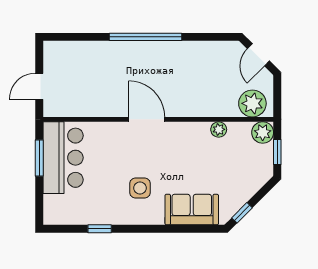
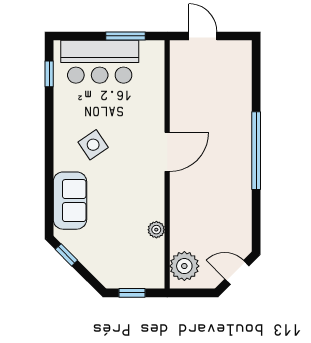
plant: (263, 133) -> (153, 277), removed
bar counter: (63, 158) -> (100, 62), moved
side table: (140, 188) -> (93, 145), turned -34
window: (100, 229) -> (49, 74), moved

